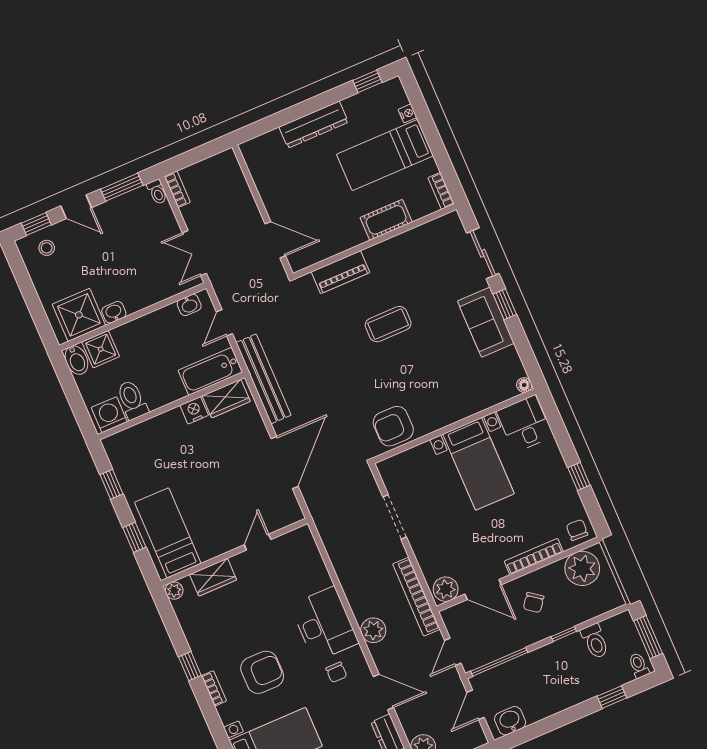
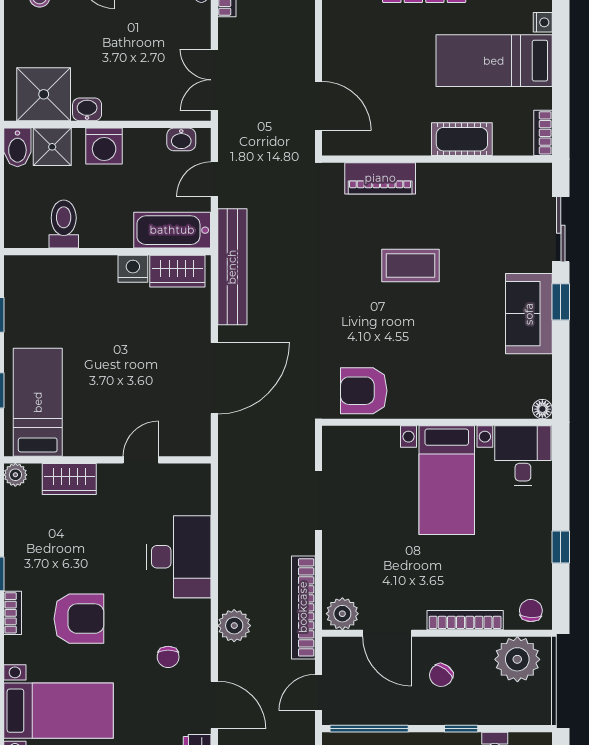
washing machine: (109, 415) -> (104, 146), moved, turned 180
desk: (324, 624) -> (179, 557), moved

